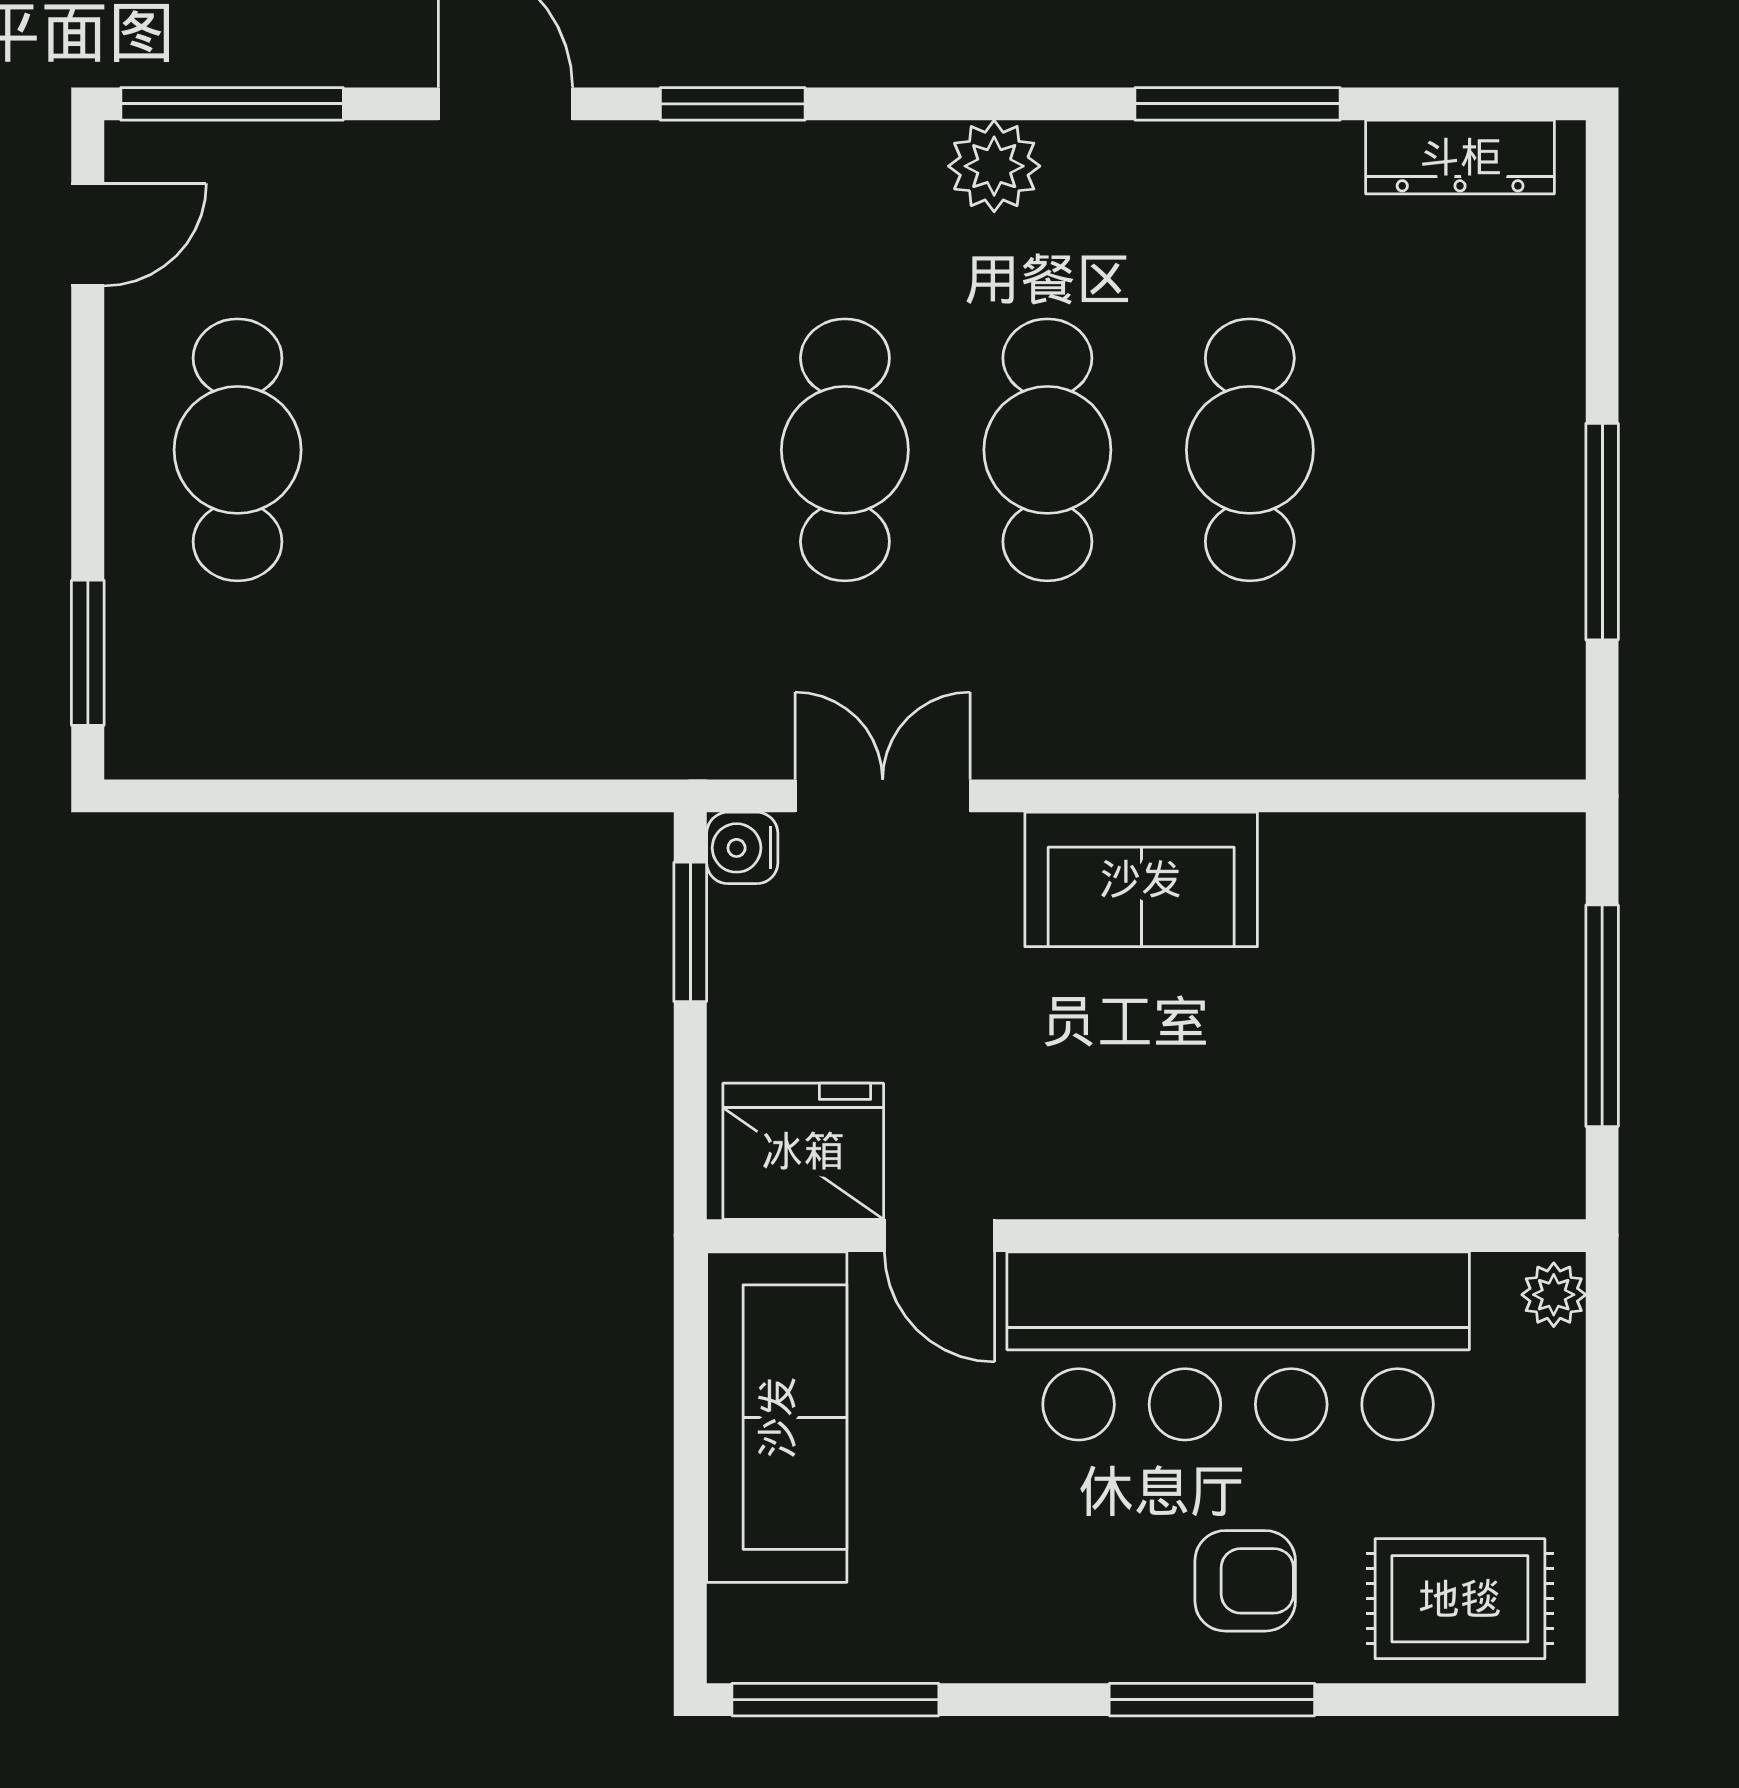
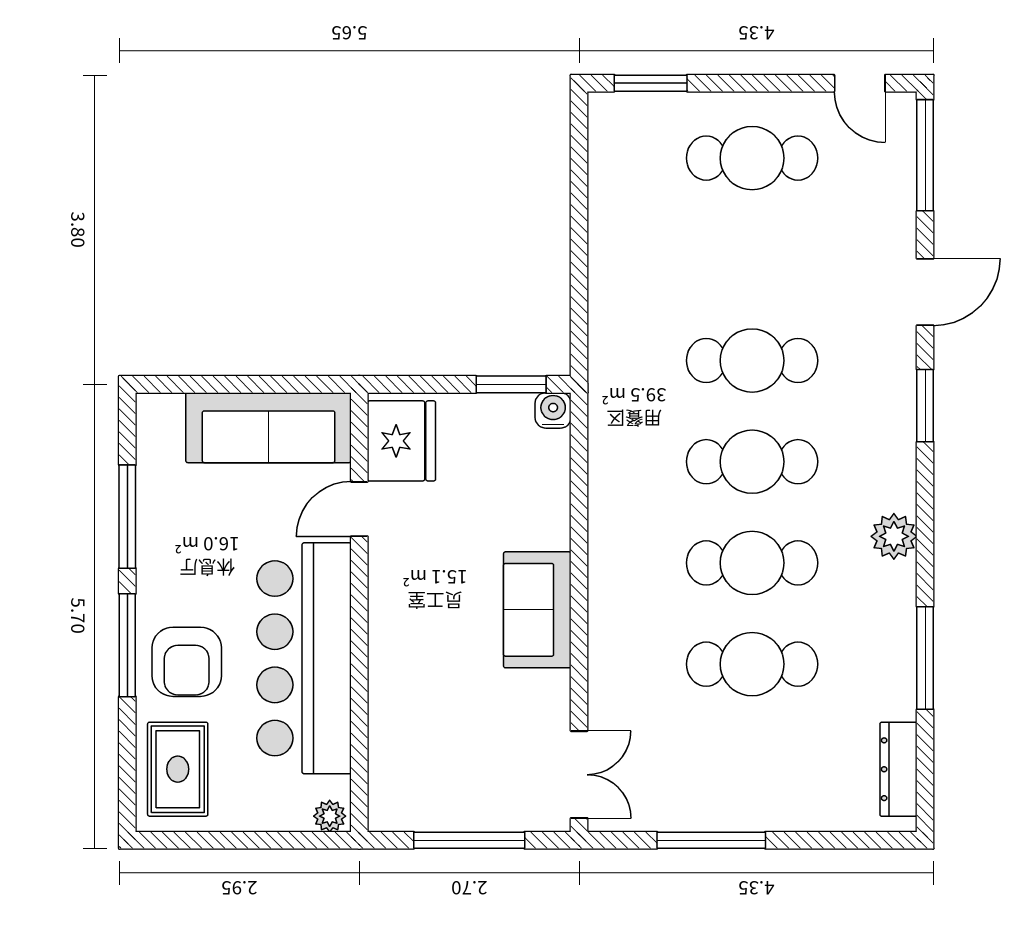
cafe table: (642, 450) -> (752, 361), added
double door: (883, 796) -> (579, 775), moved
armchair: (1245, 1581) -> (187, 662), width x1.38, depth x1.38
window: (835, 1700) -> (127, 517), moved

